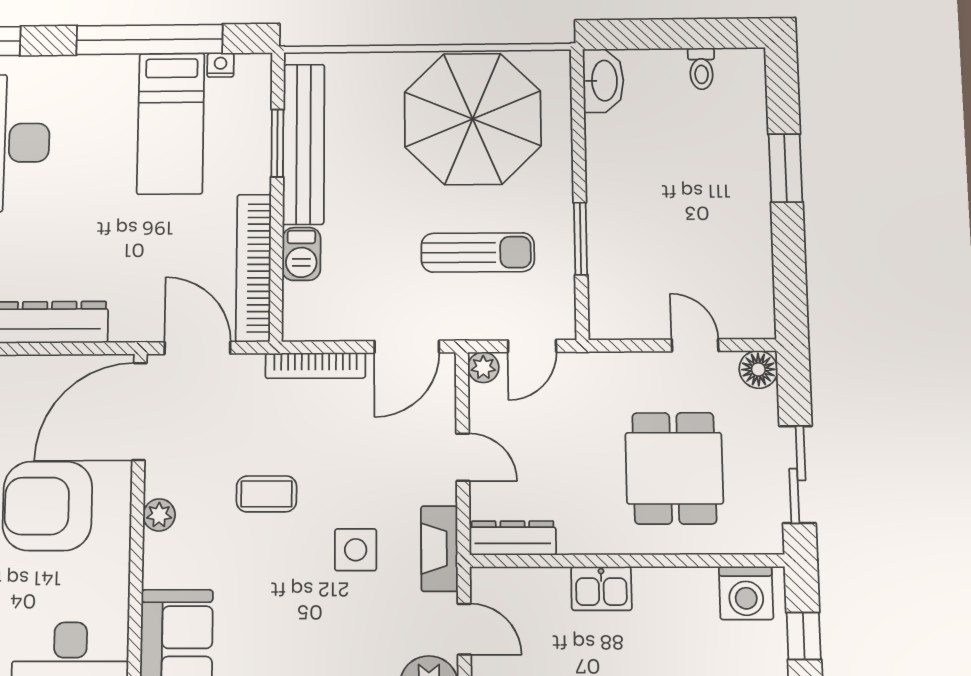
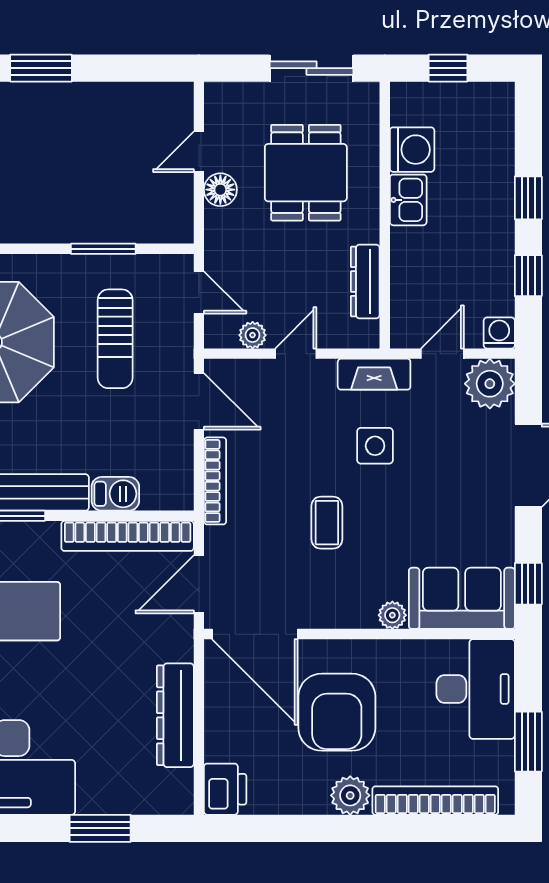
sun lounger: (478, 252) -> (115, 339), turned 180
plant: (483, 367) -> (253, 335), moved
floor lamp: (758, 369) -> (220, 190), moved
dining table: (674, 468) -> (306, 173), turned 90
plant: (159, 515) -> (392, 615), moved
dresser: (513, 538) -> (365, 281), moved
kitchen sink: (601, 589) -> (408, 200), moved
washing machine: (746, 593) -> (412, 150), moved

